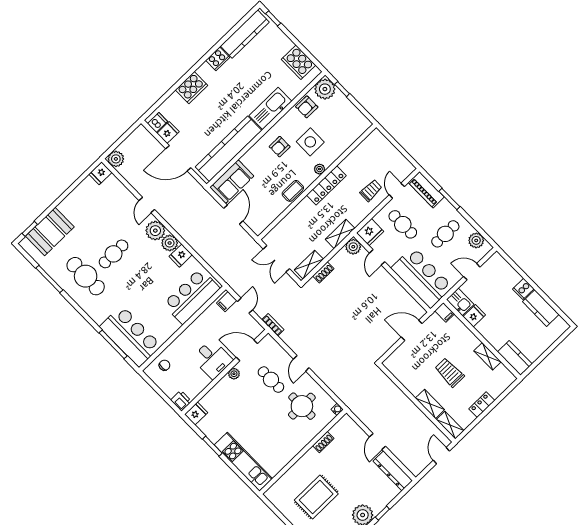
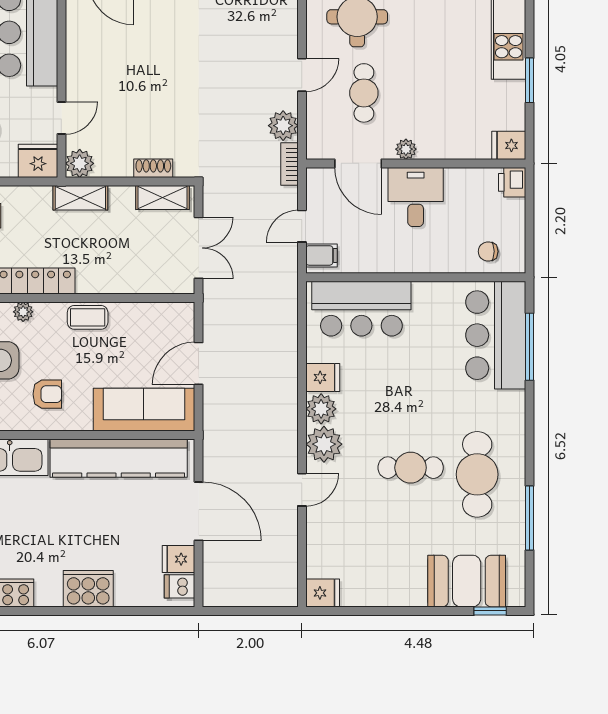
plant: (116, 159) -> (283, 126), moved
sofa: (232, 182) -> (144, 410), width x1.36

